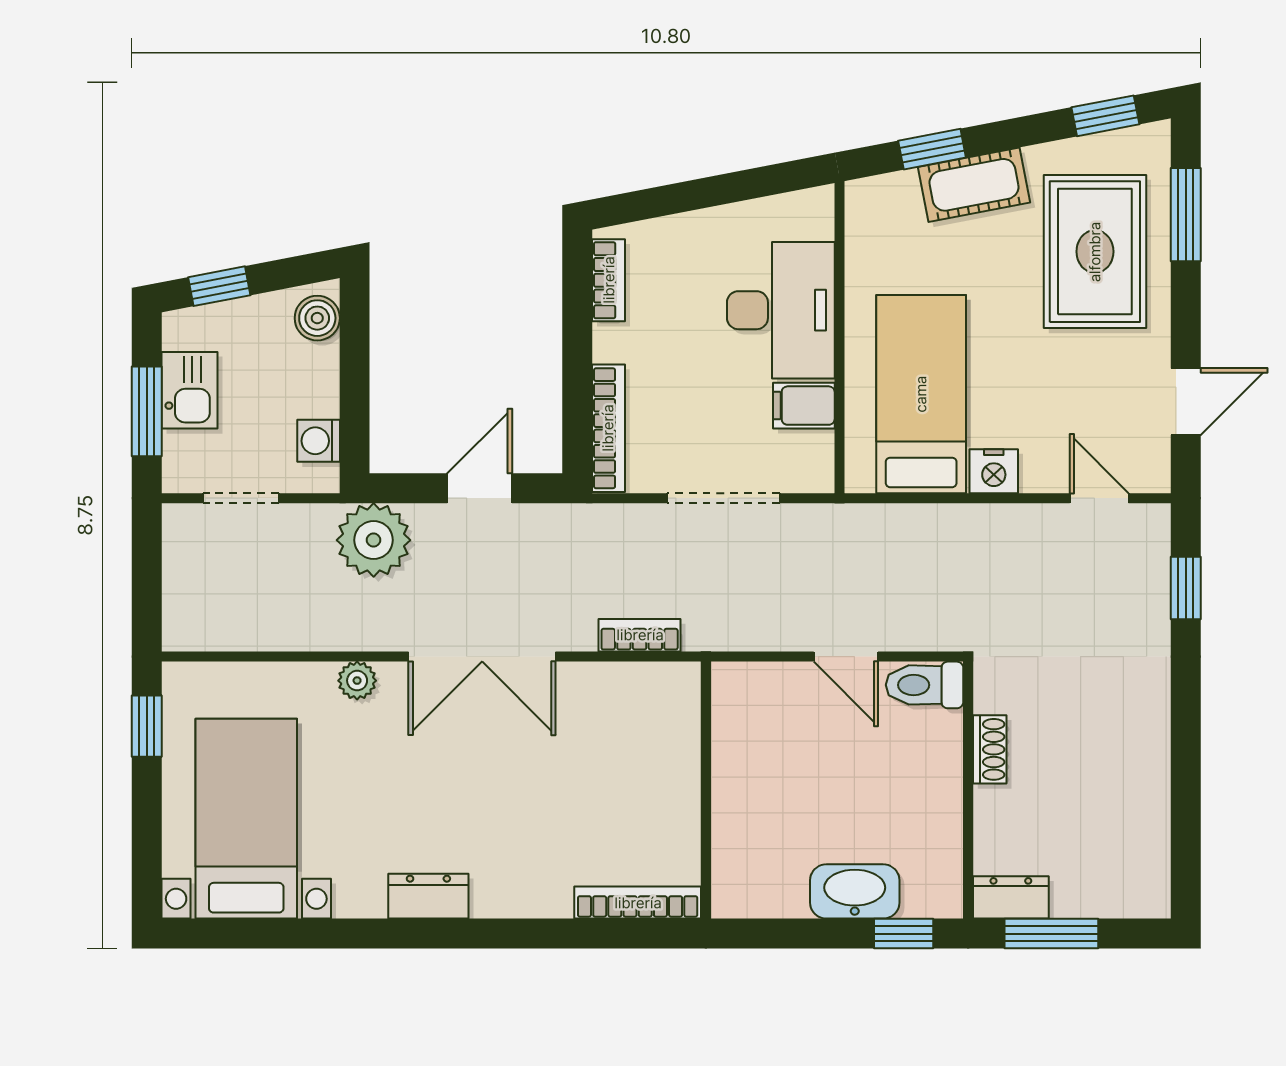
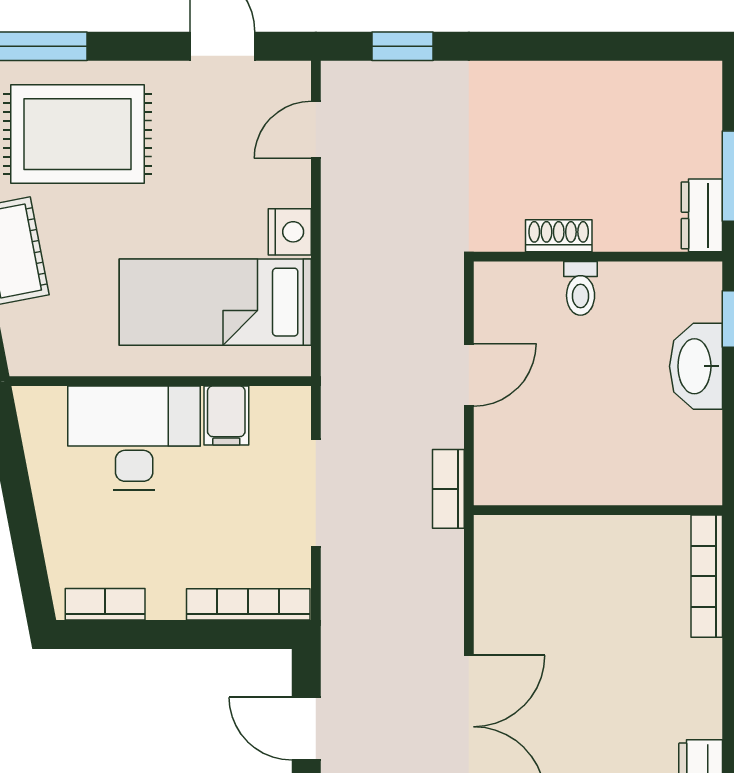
bookcase: (640, 635) -> (448, 489), moved
toilet: (924, 685) -> (581, 288), moved, width x0.73, depth x0.72

